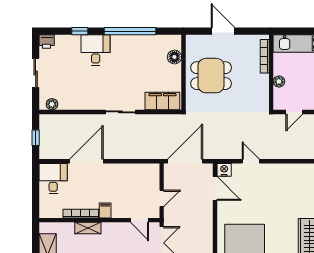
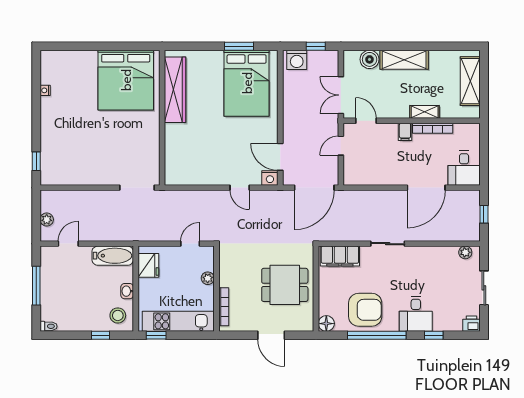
armchair: (140, 54) -> (365, 310), added
floor lamp: (174, 57) -> (326, 324), moved

